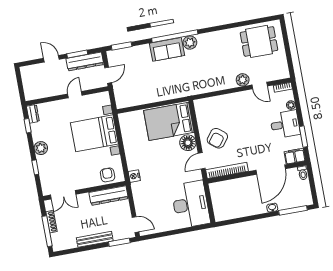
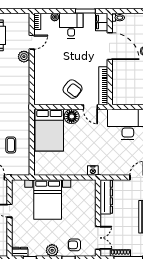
coffee table: (145, 83) -> (11, 145), added
armchair: (108, 175) -> (74, 245), moved

